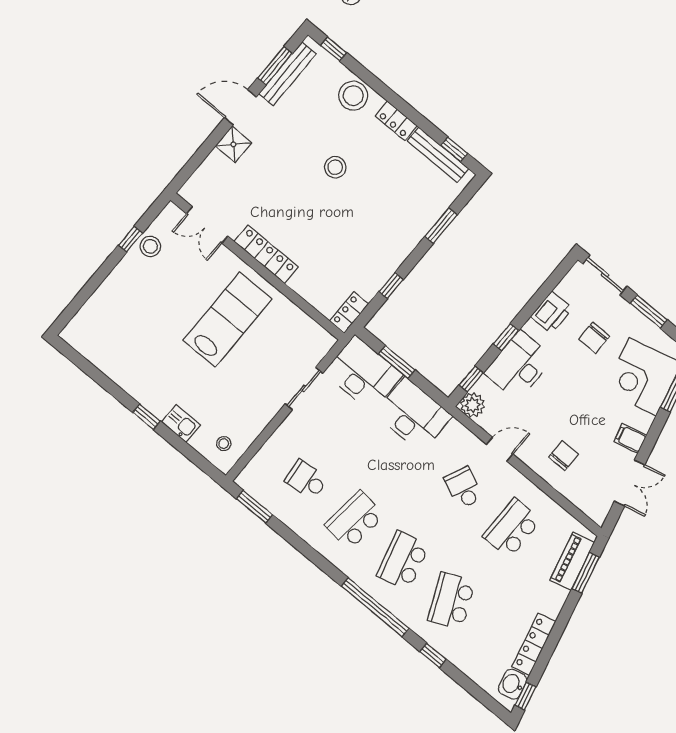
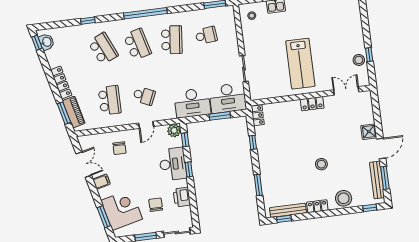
locker: (266, 254) -> (312, 104), width x0.66
double door: (629, 483) -> (84, 165), swing flipped
window: (375, 607) -> (145, 13), moved
locker: (534, 644) -> (61, 82), moved

